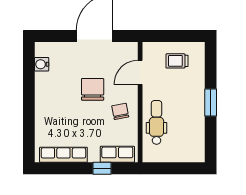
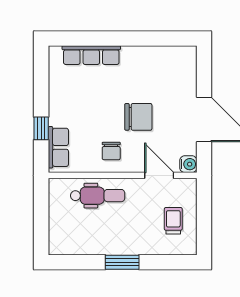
water cooler: (42, 64) -> (188, 164), moved, turned 90
chair: (120, 111) -> (111, 151), turned 101
row of seats: (63, 155) -> (91, 55), moved, turned 90

